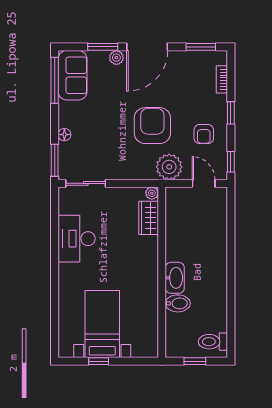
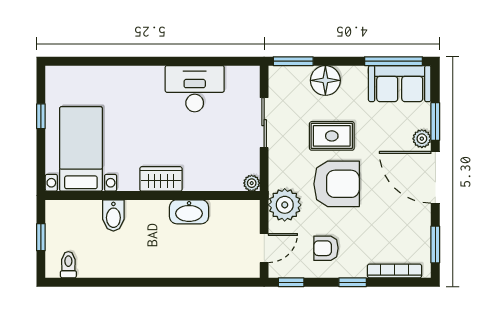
bookcase: (222, 79) -> (394, 271), width x1.56
rug: (114, 129) -> (332, 136), added
floor lamp: (64, 135) -> (325, 80), width x1.89, depth x1.89
sliding door: (86, 183) -> (264, 123), moved
wardrobe: (149, 218) -> (161, 179), moved
washbasin: (175, 278) -> (189, 212), moved
bed with nightstands: (102, 324) -> (81, 149), moved, turned -90
toilet: (213, 342) -> (68, 265), width x0.73, depth x0.72

